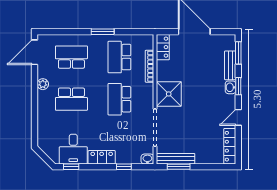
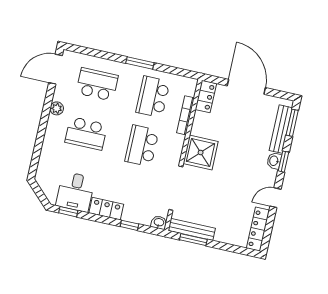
bench: (230, 65) -> (281, 129), width x1.36

